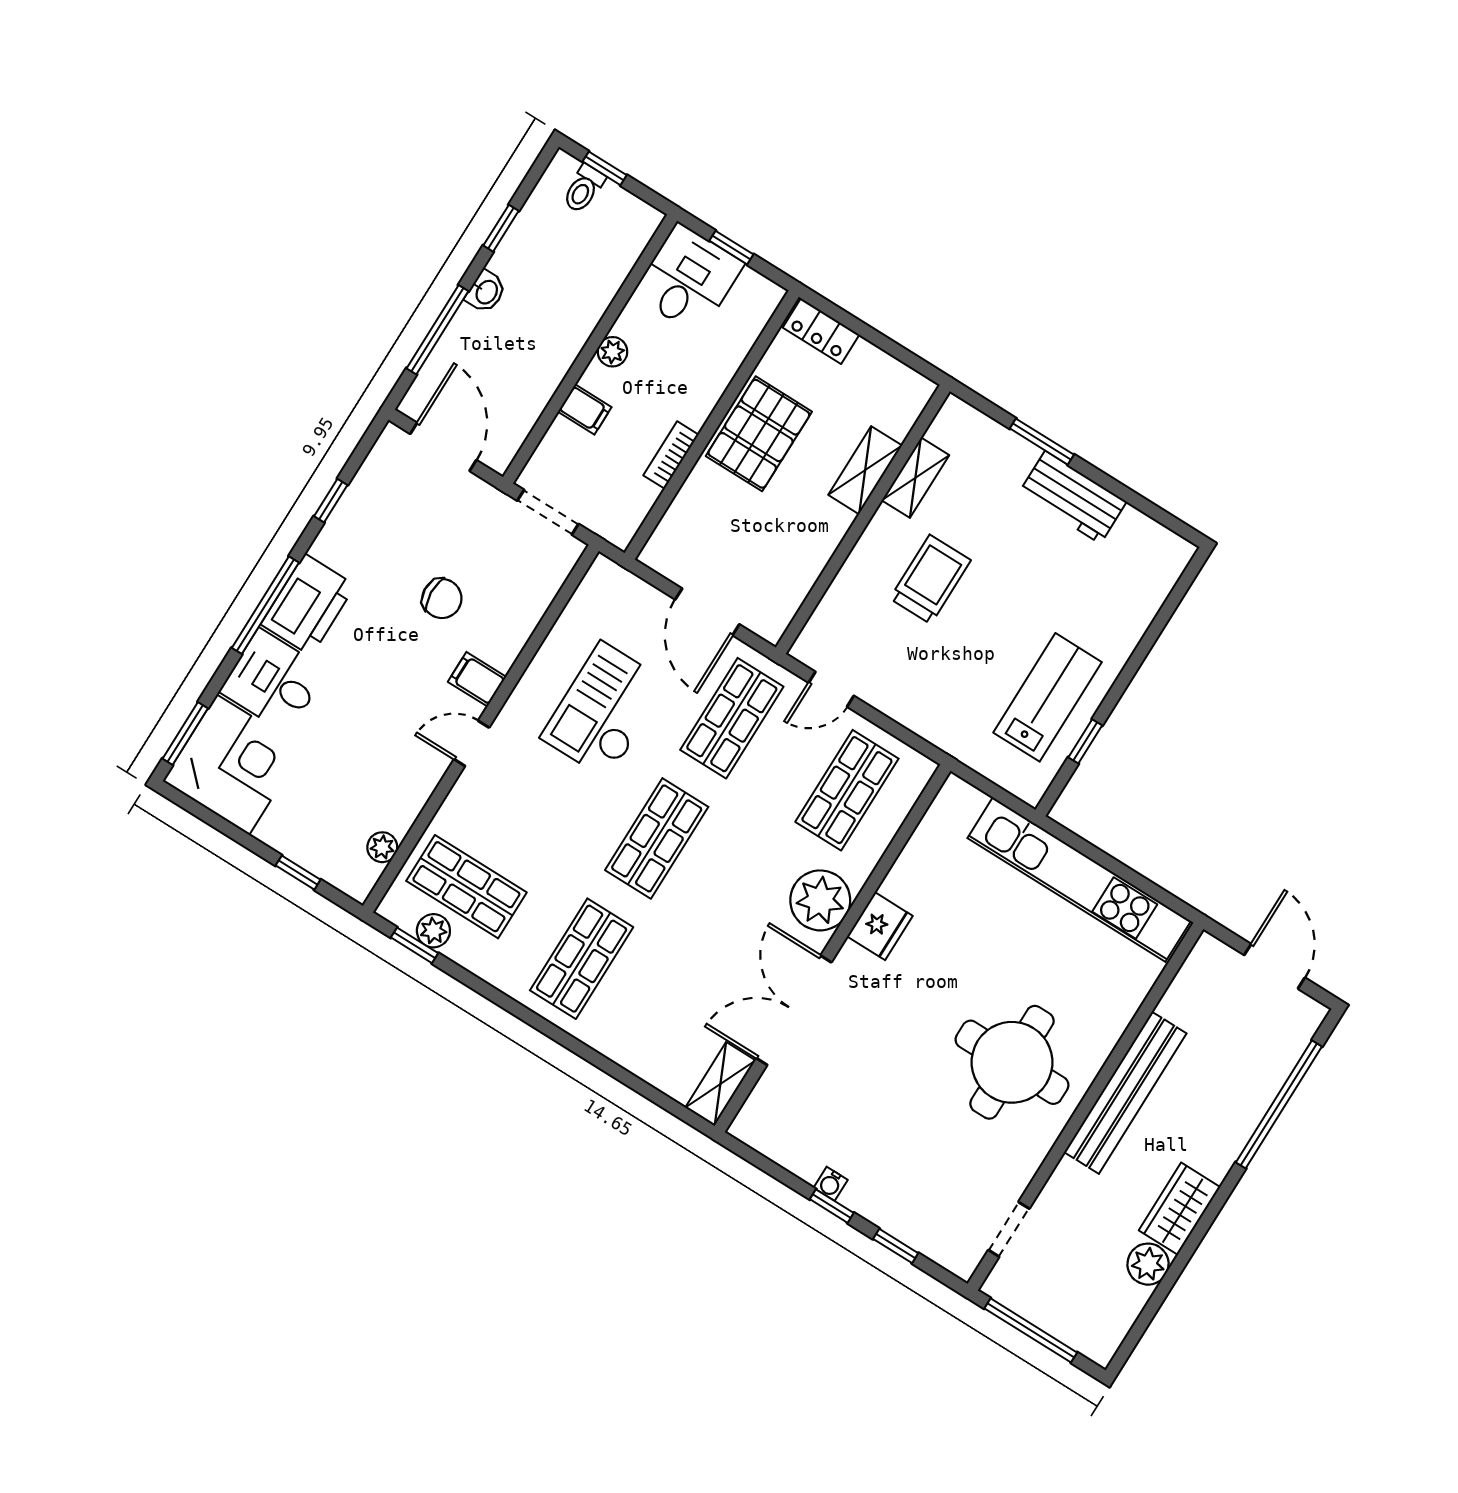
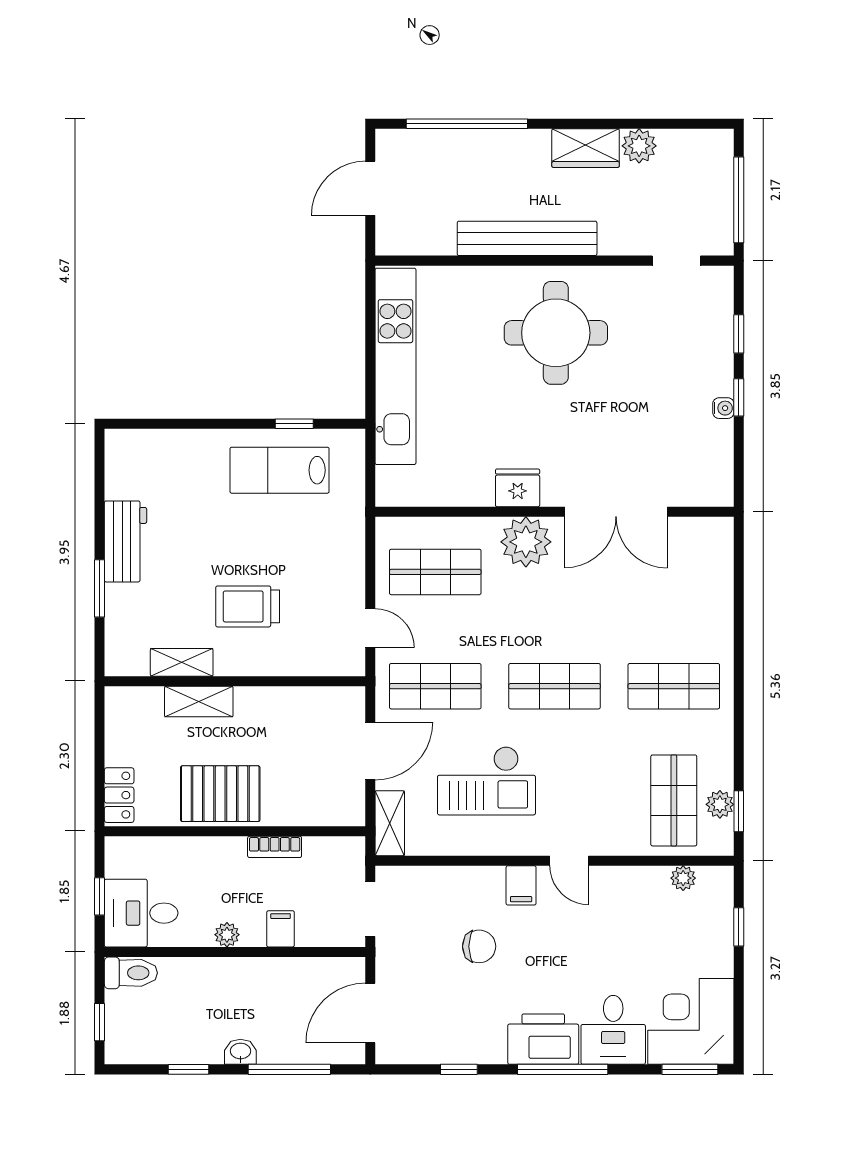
toilet: (584, 189) -> (131, 973), moved, width x1.37, depth x1.39
chair: (442, 599) -> (479, 946), turned 93
shelving: (720, 1084) -> (390, 823), moved, turned 90

